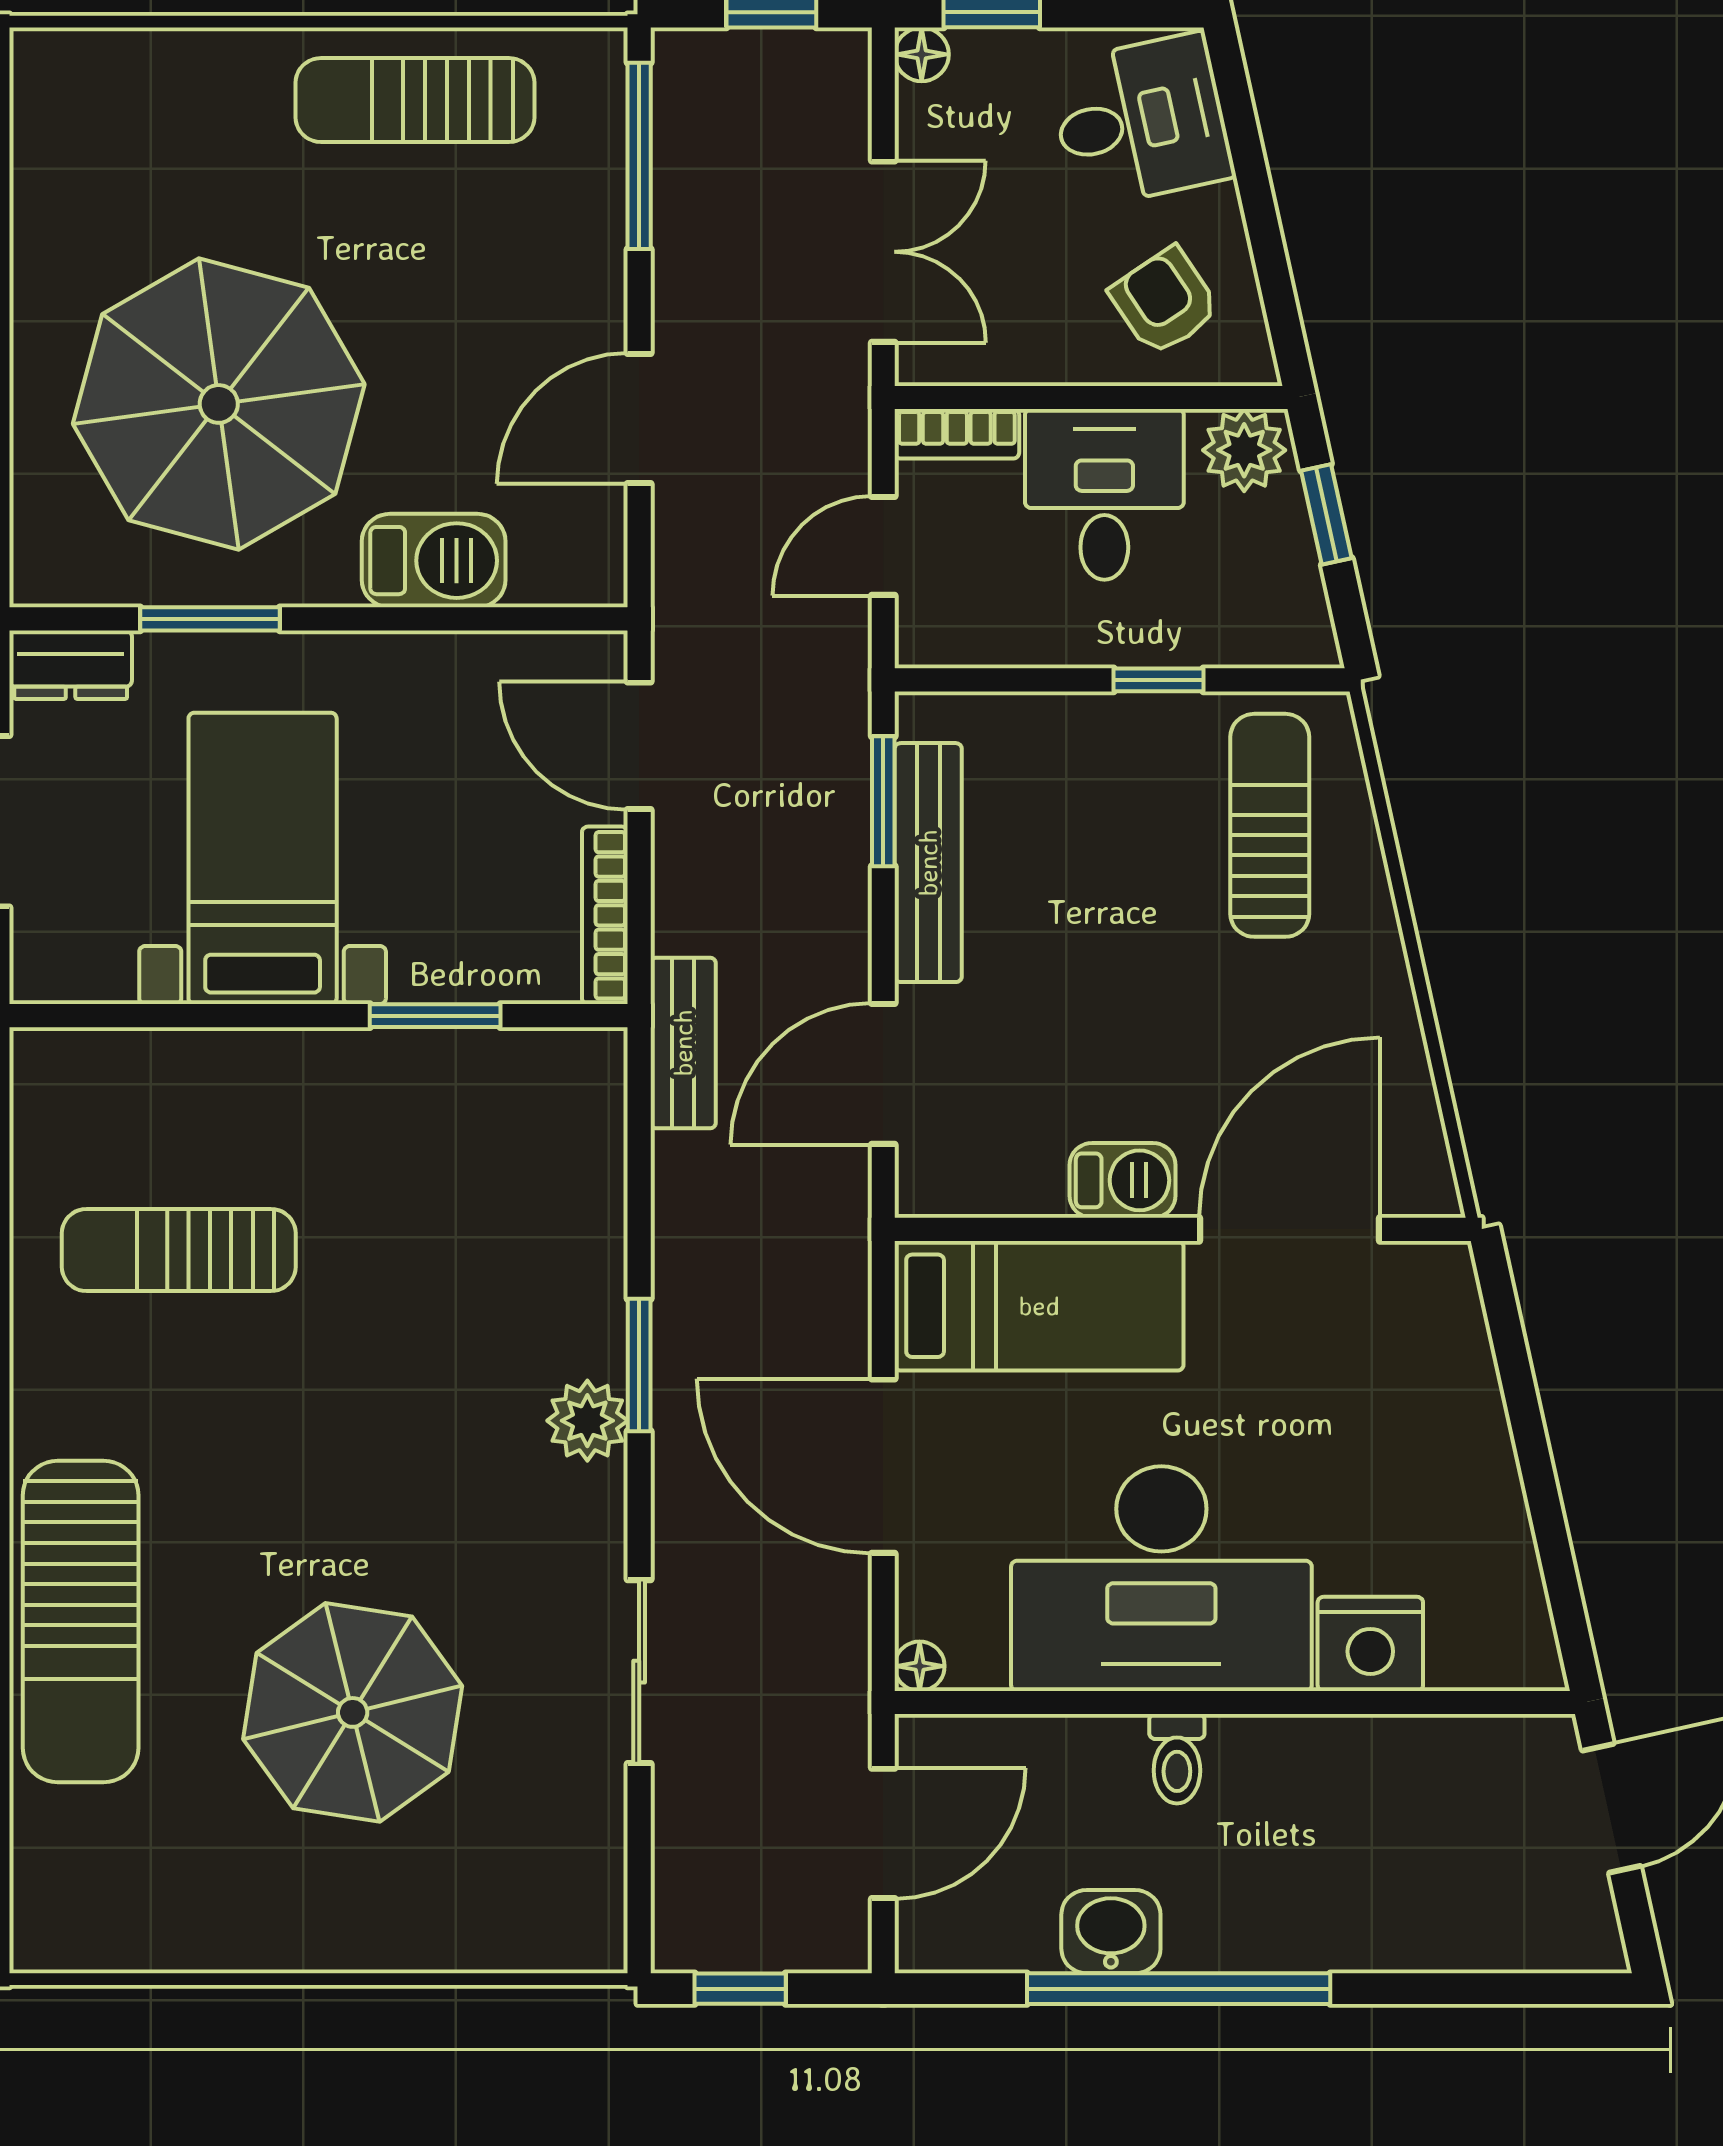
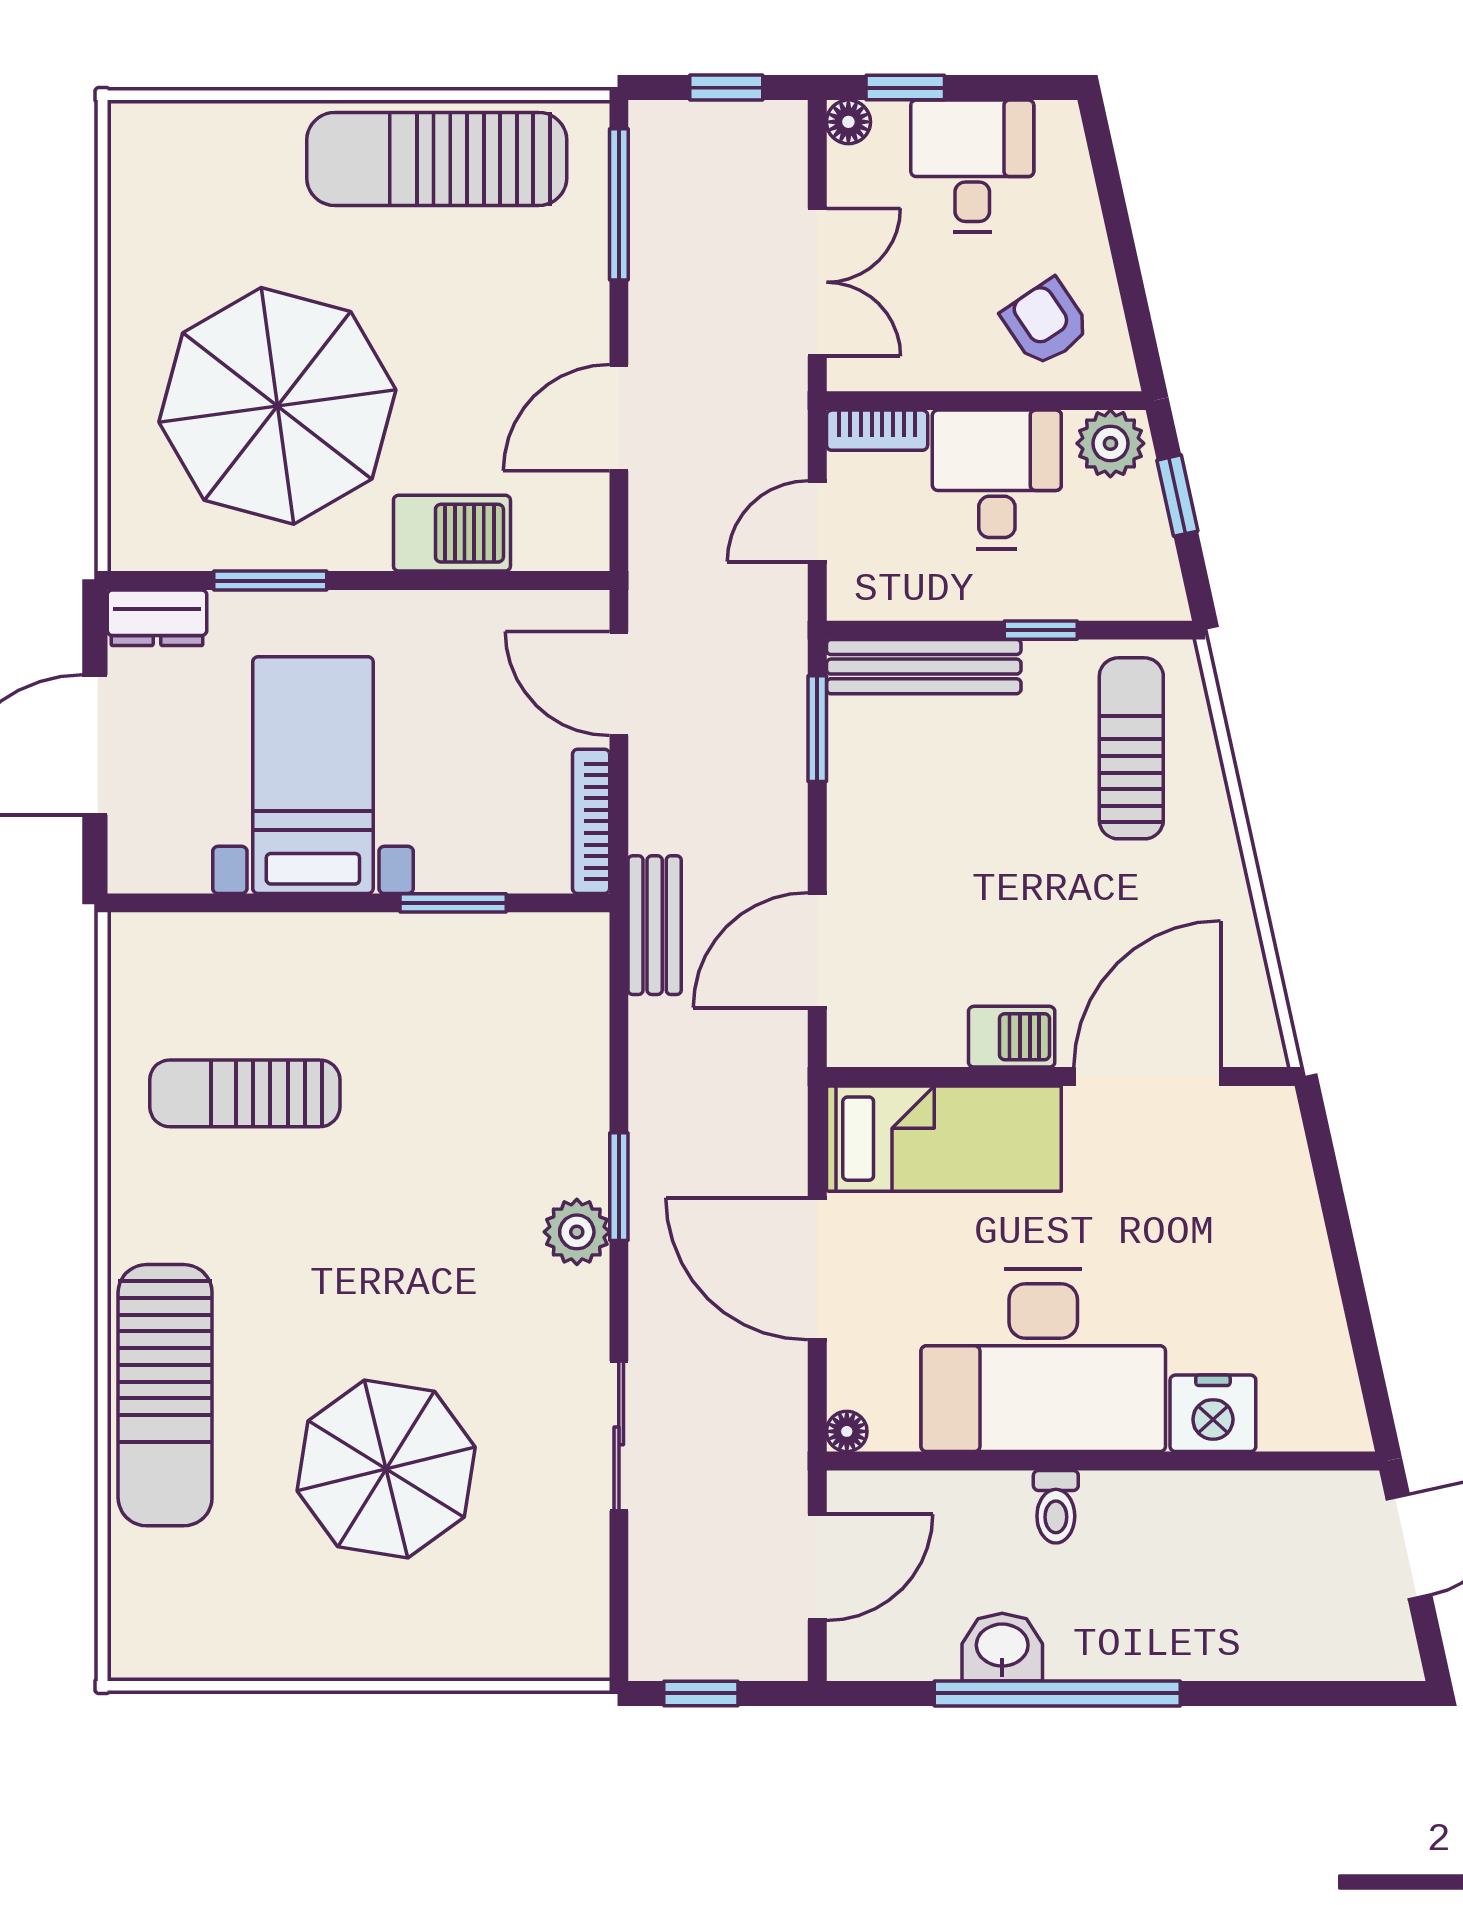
sun lounger: (415, 100) -> (437, 159), width x1.36, depth x1.34
desk: (1141, 121) -> (972, 166), moved, turned -78
bench: (928, 863) -> (924, 667), moved, turned 90

